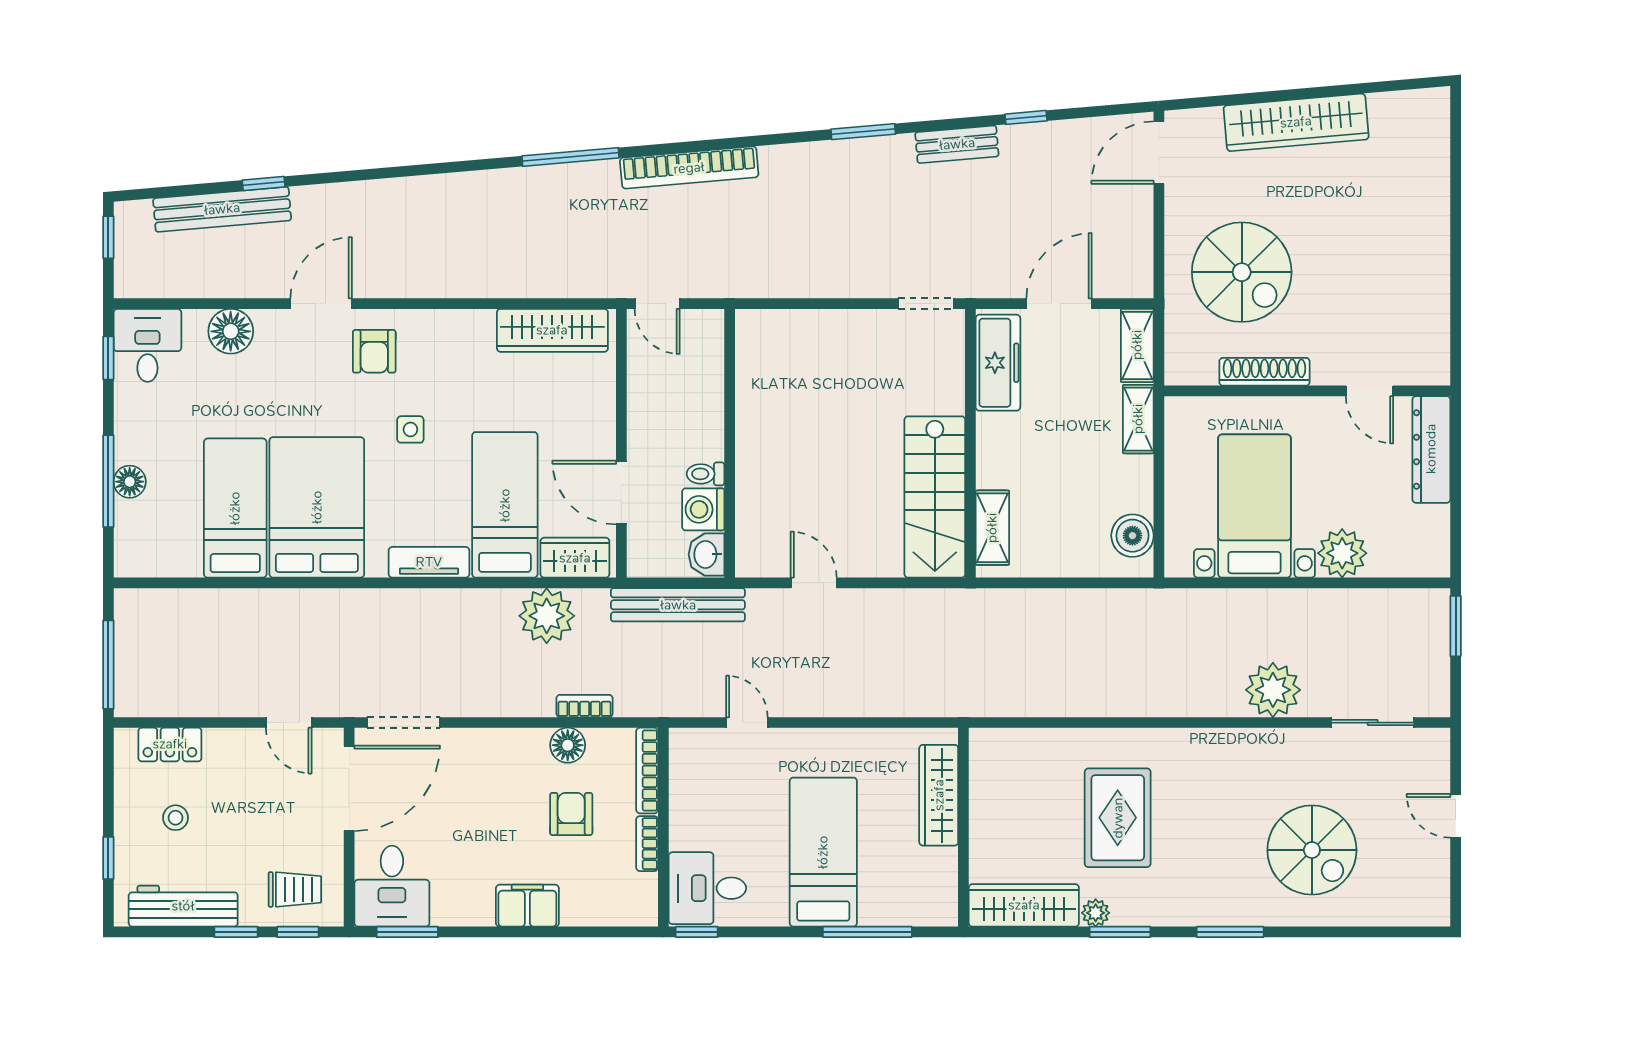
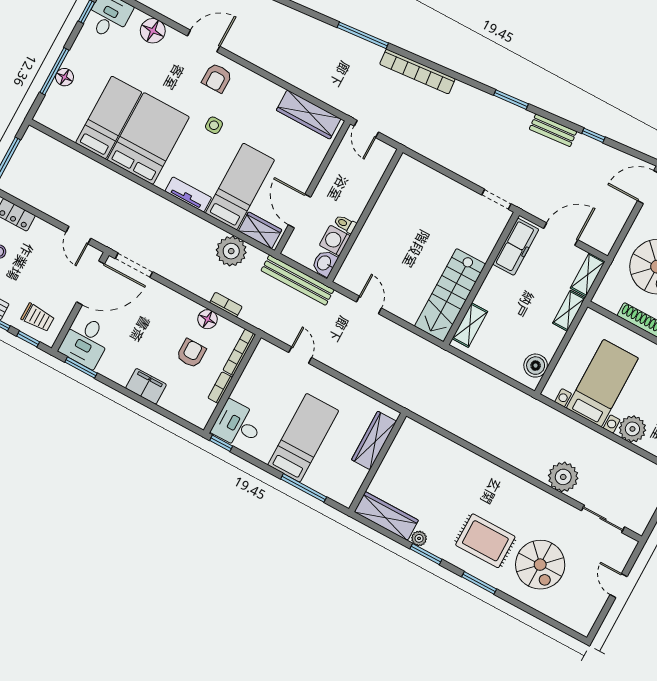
rug: (1118, 818) -> (485, 541), moved, turned 90

